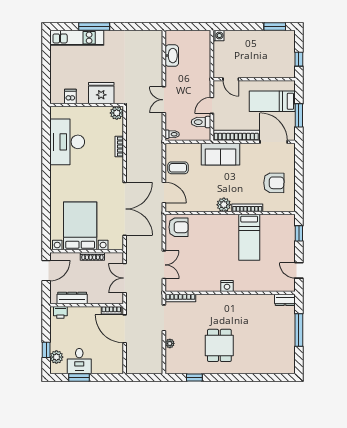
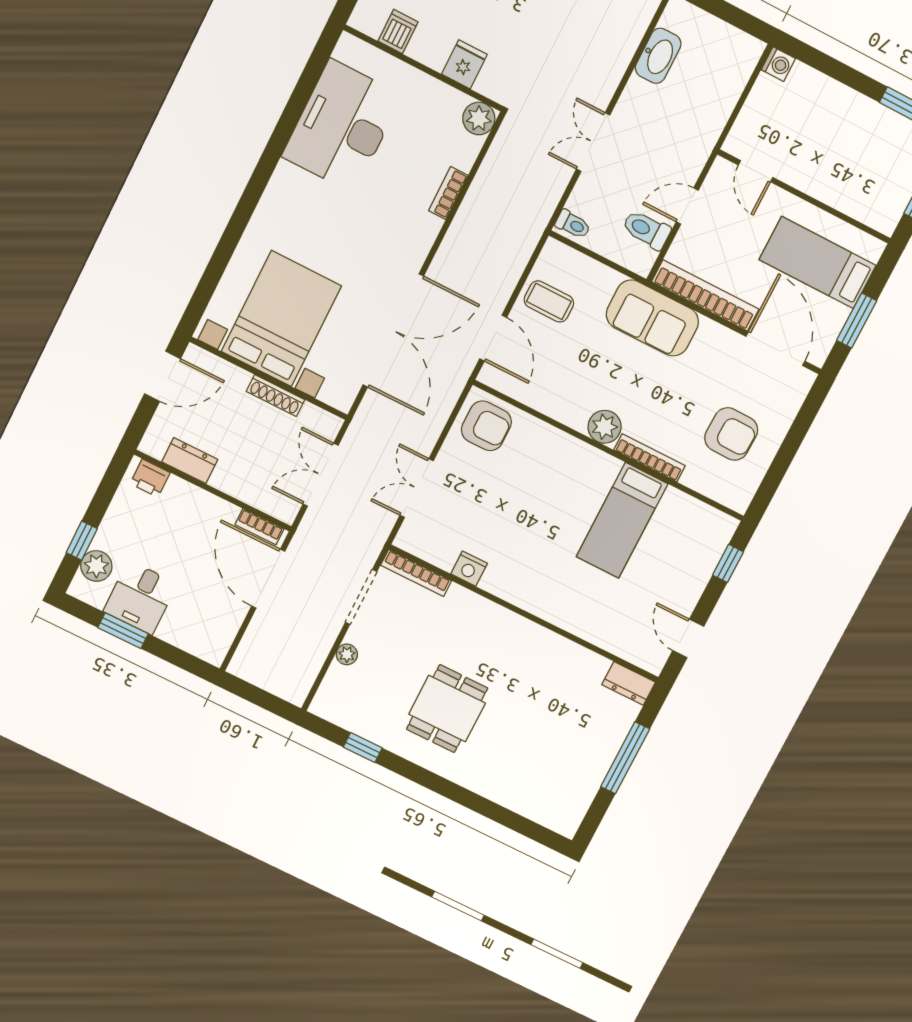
fridge: (101, 93) -> (464, 64), width x0.53, depth x0.75
double door: (164, 265) -> (417, 488), swing flipped
nightstand: (227, 286) -> (469, 569), moved
dresser: (72, 298) -> (190, 461), width x0.70

